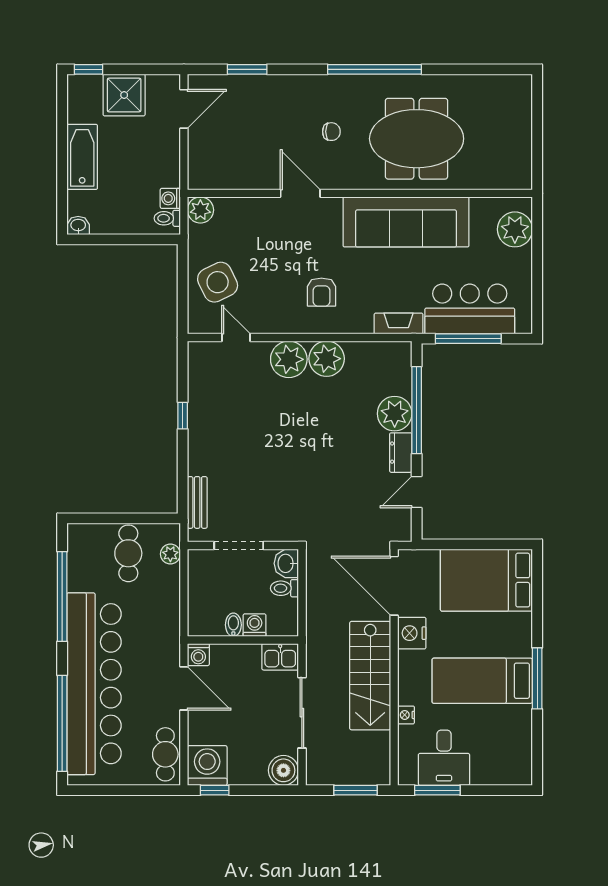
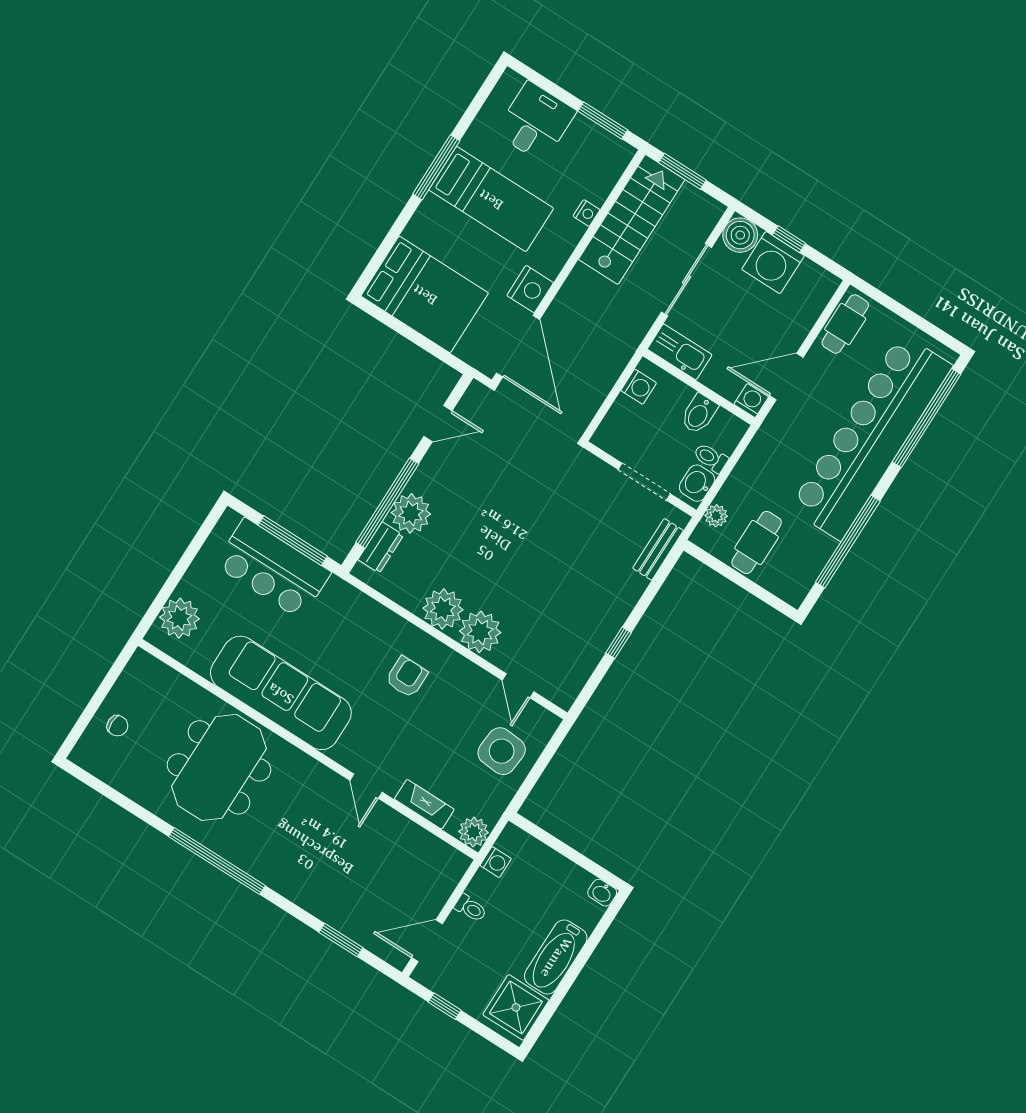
window: (88, 69) -> (445, 1006), moved
shower: (124, 95) -> (516, 1007), moved
chair: (331, 132) -> (117, 726), moved, turned 180
meeting table: (417, 139) -> (219, 767), turned 90
door: (300, 193) -> (366, 786), width x0.73
toilet: (167, 218) -> (470, 908), moved
side table: (218, 282) -> (502, 751), turned 31
fireplace: (399, 324) -> (424, 804), moved, turned 180
dresser: (401, 453) -> (381, 547), moved
washbasin: (286, 563) -> (697, 483), moved, turned 180
toilet: (284, 588) -> (711, 458), moved, turned 180
bidet: (233, 625) -> (699, 414), width x1.38, depth x1.36
washing machine: (255, 625) -> (639, 387), moved, turned -90
kitchen sink: (280, 657) -> (680, 352), width x1.38
stairs: (370, 676) -> (632, 219), moved
door: (184, 688) -> (786, 377), hinge flipped
desk: (444, 758) -> (535, 122), moved
washing machine: (207, 766) -> (773, 263), moved
window: (215, 790) -> (789, 239), moved

